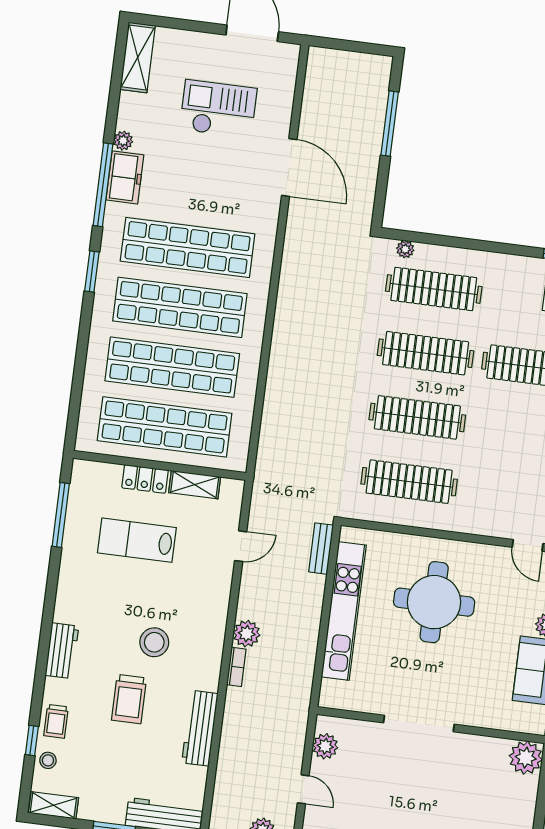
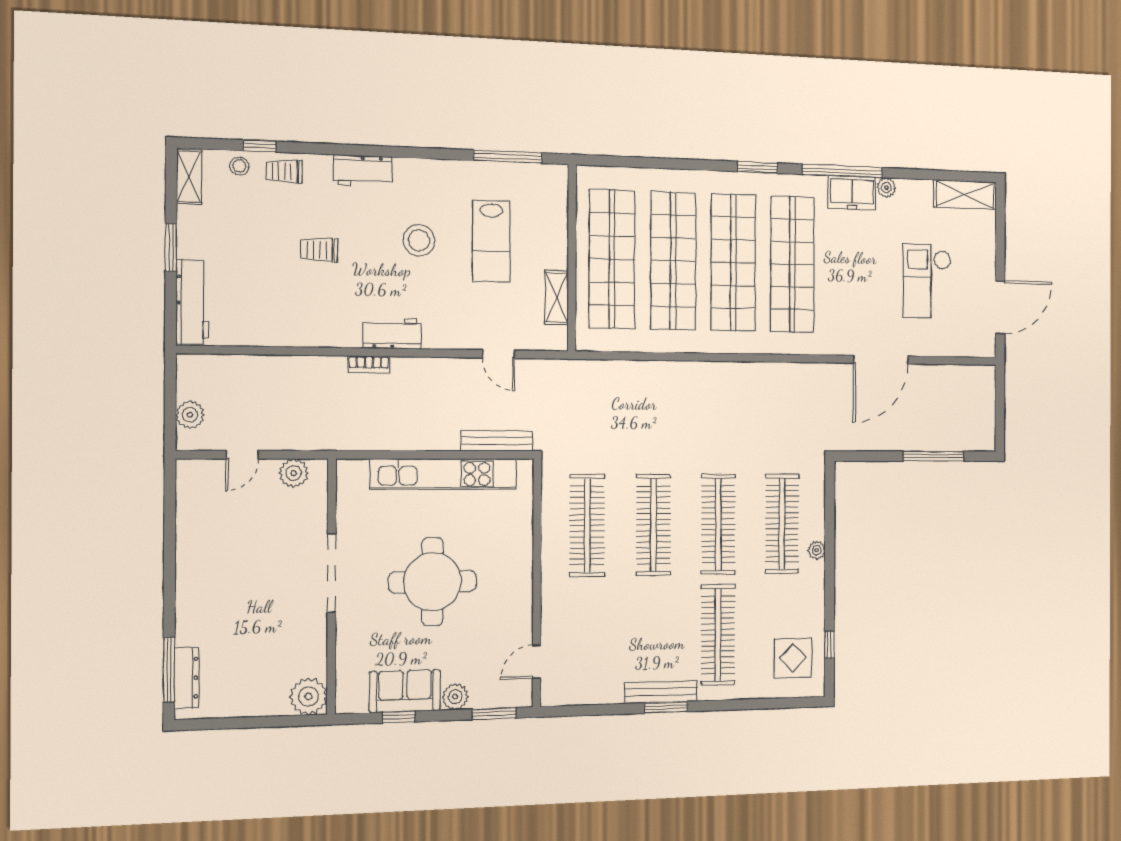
checkout: (218, 109) -> (927, 281), turned 180
plant: (405, 249) -> (817, 550), moved
locker: (145, 479) -> (556, 244), removed
lab bench: (137, 540) -> (491, 241), turned 180
bench: (321, 549) -> (497, 441), width x1.36
round table: (434, 602) -> (432, 582), moved
plant: (247, 634) -> (406, 371), removed
stool: (154, 642) -> (419, 240), moved
trolley: (129, 699) -> (319, 250), width x0.73, depth x0.72
workbench: (200, 728) -> (392, 333), moved, width x0.73

